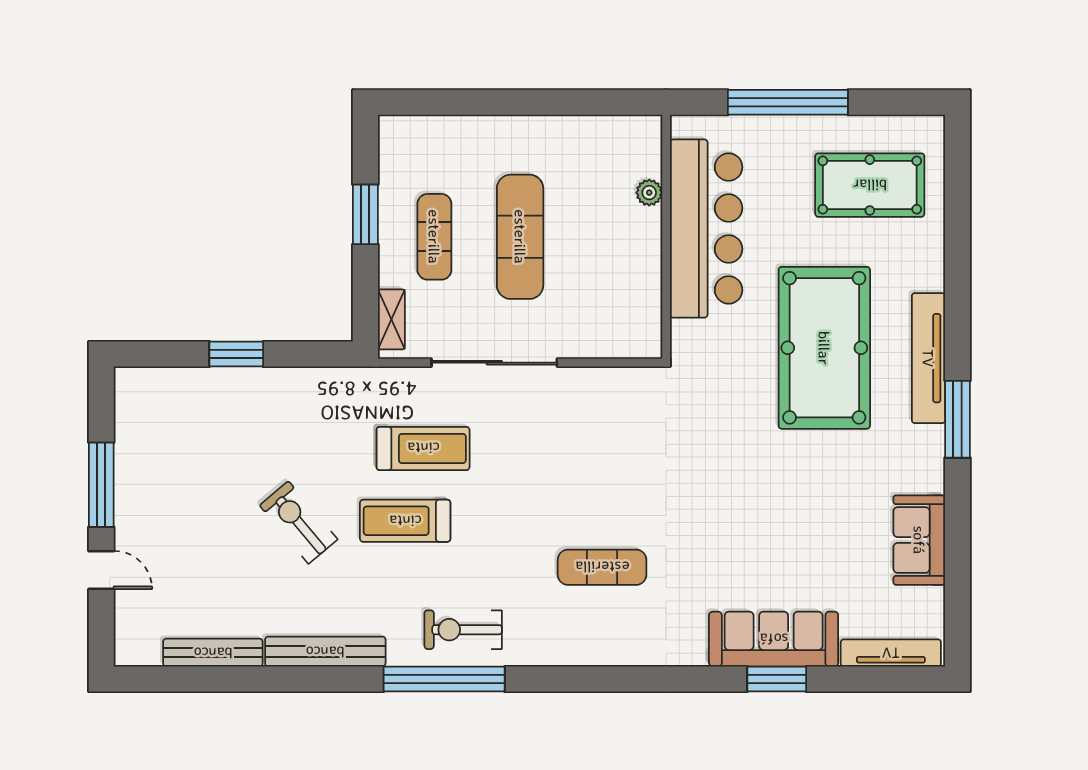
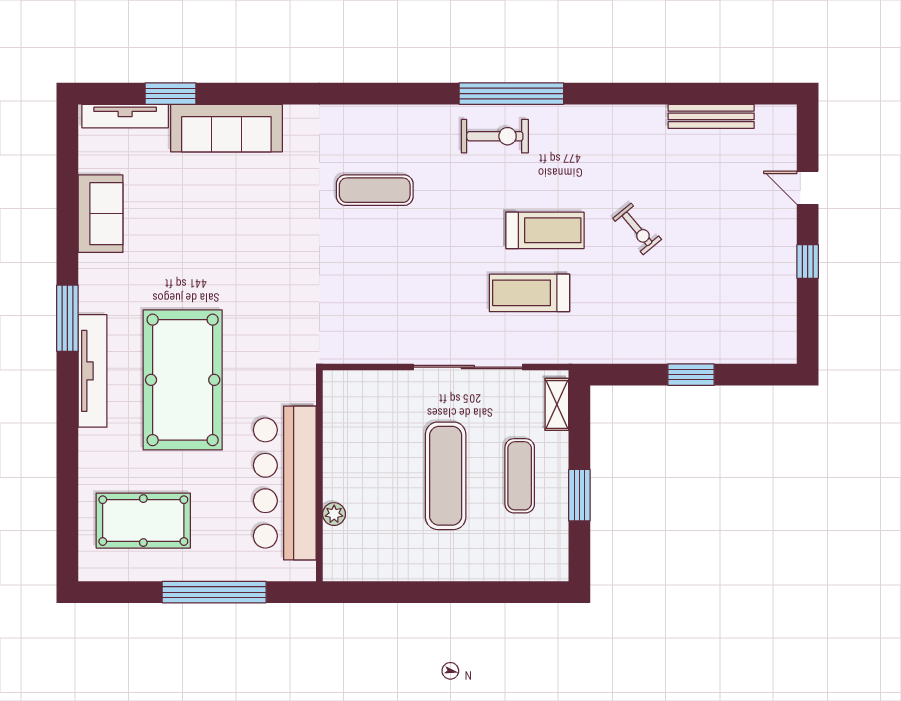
window: (101, 485) -> (808, 261), width x0.46
exercise bike: (299, 522) -> (637, 229), width x0.73, depth x0.72
bench: (325, 652) -> (614, 117), removed
window: (777, 679) -> (170, 94), moved

